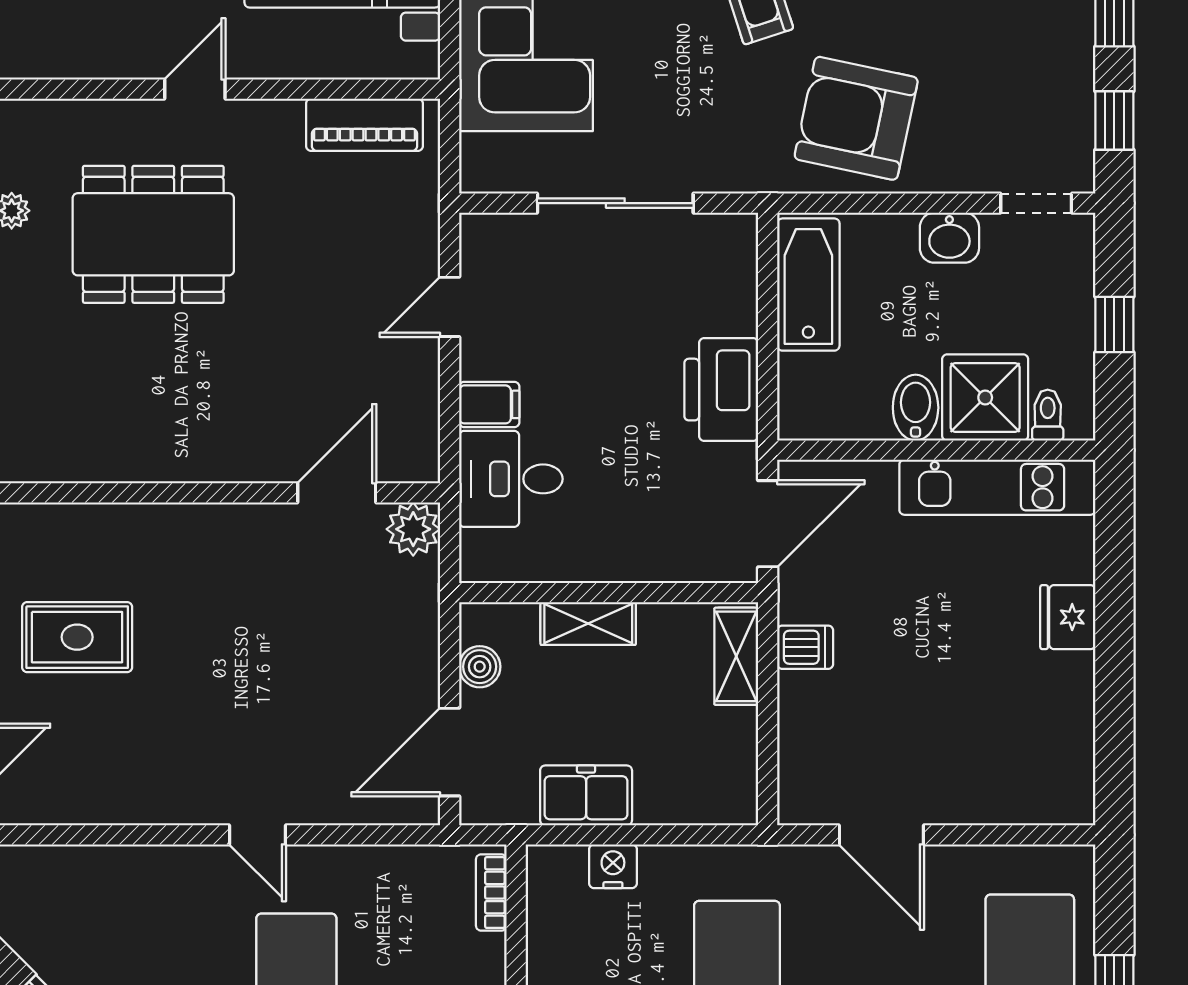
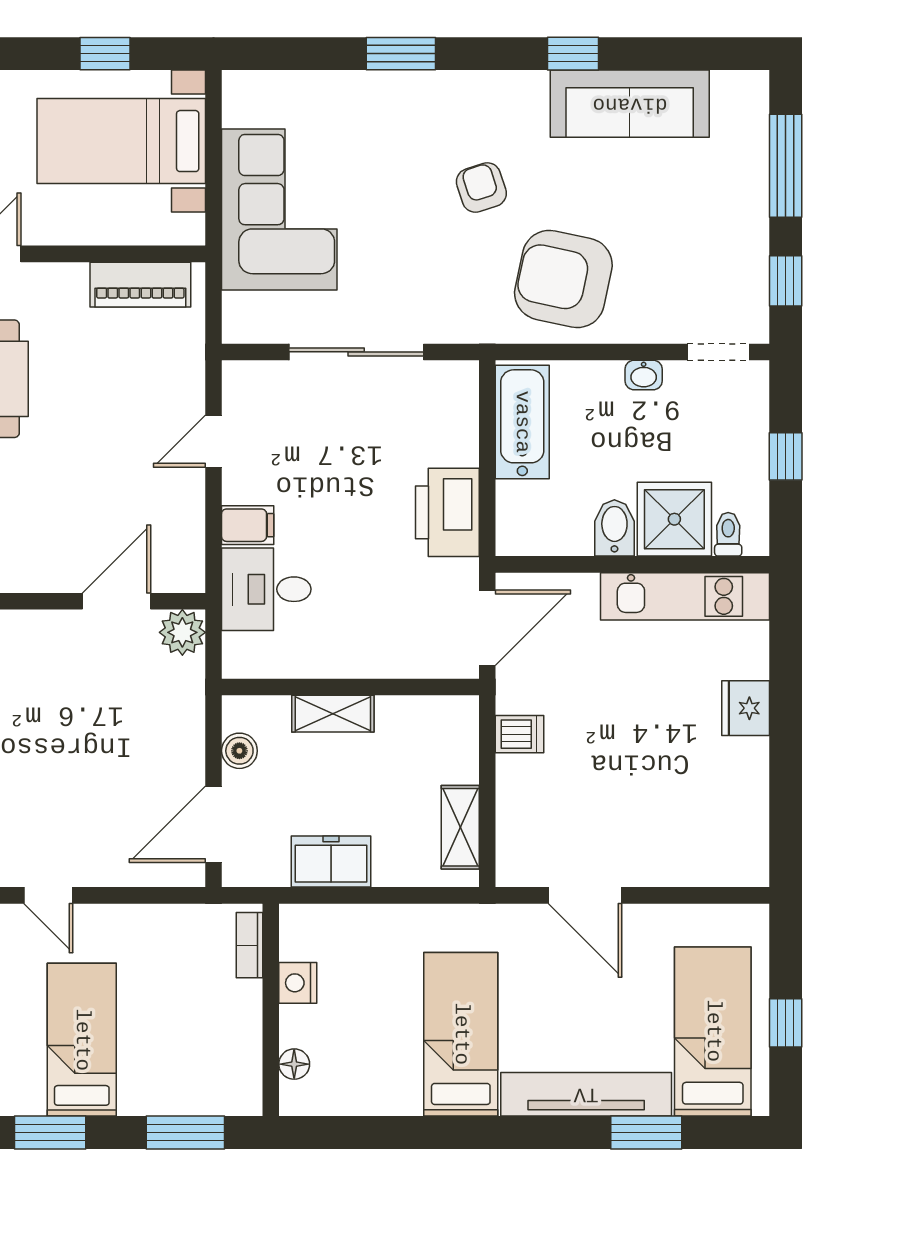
washbasin: (949, 238) -> (644, 375), width x0.72, depth x0.69
shelving: (736, 656) -> (460, 827), moved
nightstand: (613, 866) -> (298, 983), moved, turned -90

